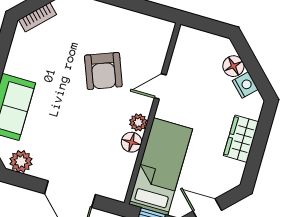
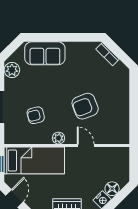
floor lamp: (132, 142) -> (45, 137), removed
armchair: (96, 146) -> (36, 115), added

